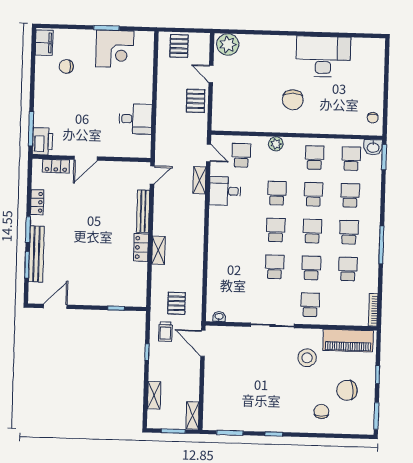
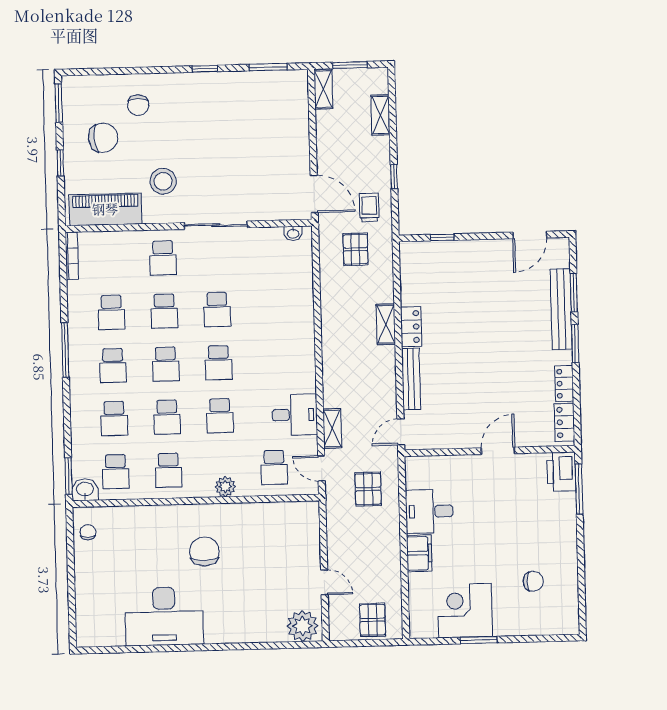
filing cabinet: (44, 43) -> (419, 553), moved, turned 180
pallet: (196, 101) -> (368, 489), moved
locker: (56, 166) -> (565, 422), moved, turned -90

